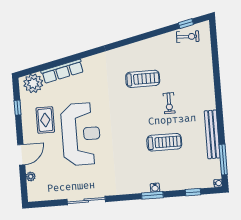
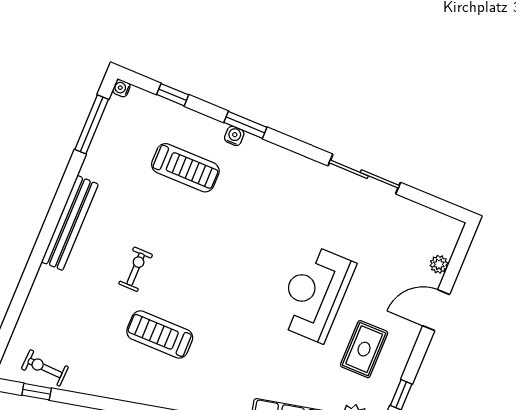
reception desk: (81, 134) -> (315, 293), width x0.74, depth x0.77
bench: (212, 134) -> (70, 223), moved
treadmill: (164, 142) -> (185, 168), moved, turned 180

